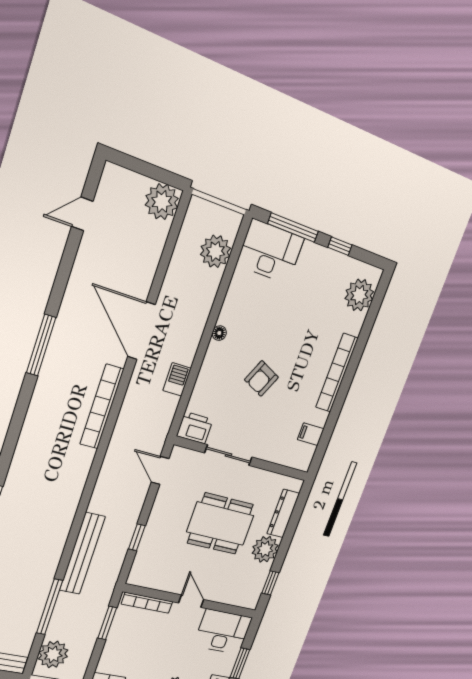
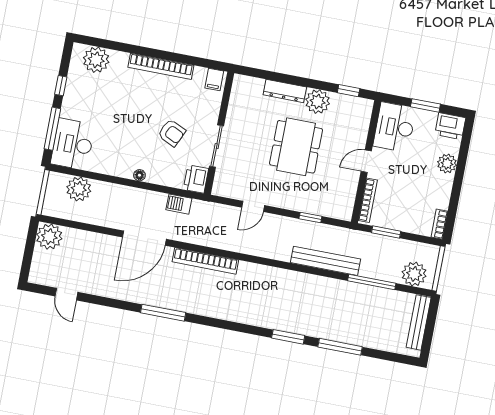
printer: (195, 428) -> (196, 179), moved
sliding door: (228, 455) -> (217, 146), moved
wall: (242, 459) -> (219, 133), moved

